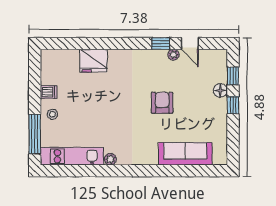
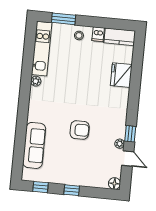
door: (190, 44) -> (128, 159), swing flipped
kitchen counter: (49, 67) -> (120, 37), added
window: (233, 76) -> (40, 187), moved
floor lamp: (220, 90) -> (114, 183), moved
window: (35, 134) -> (64, 19), width x0.69

